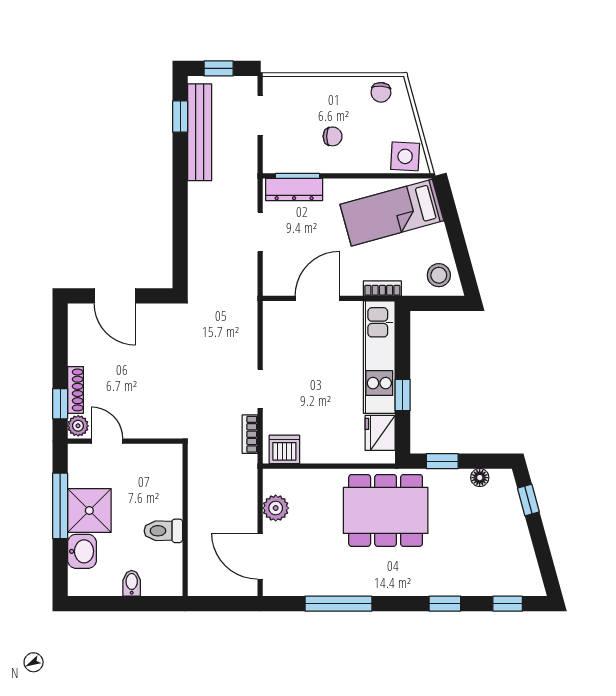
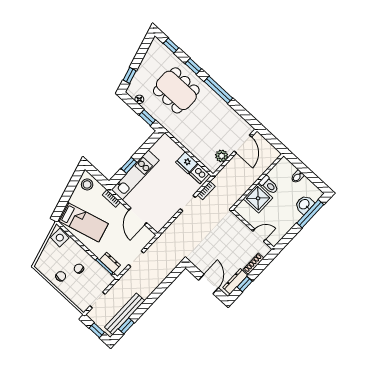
chair: (381, 92) -> (61, 276), moved
dresser: (294, 190) -> (110, 262), width x0.70
door: (317, 298) -> (138, 216), hinge flipped
dresser: (78, 338) -> (235, 281), added
window: (403, 395) -> (129, 165), moved
window: (60, 404) -> (245, 284), moved
plant: (78, 426) -> (264, 250), removed
fridge: (380, 433) -> (187, 163), moved, turned 90
door: (107, 441) -> (259, 235), swing flipped
window: (60, 506) -> (310, 214), moved
dining table: (386, 510) -> (176, 90), moved
shower: (89, 511) -> (258, 198), moved
window: (338, 604) -> (218, 90), moved

